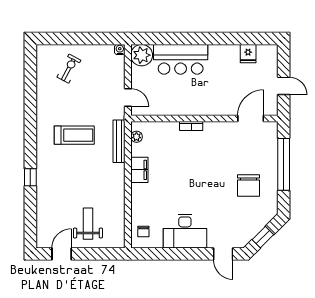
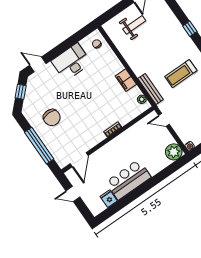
bar counter: (181, 59) -> (128, 180), moved
chair: (248, 185) -> (52, 117), turned 180
weight bench: (88, 224) -> (134, 25), turned -90

